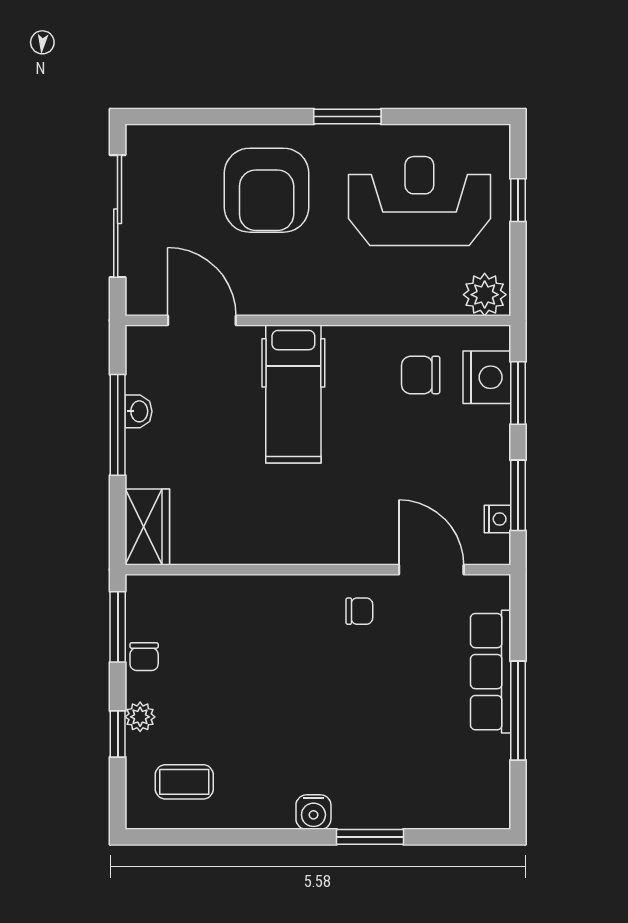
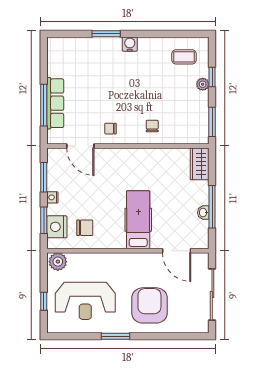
nightstand: (497, 519) -> (52, 197), moved
chair: (144, 657) -> (152, 126), moved
window: (518, 711) -> (44, 105), moved

